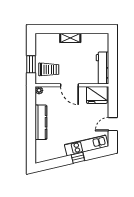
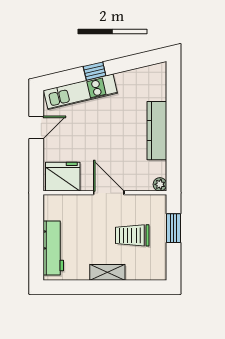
workbench: (103, 68) -> (53, 248), moved
trolley: (49, 69) -> (132, 235), moved

